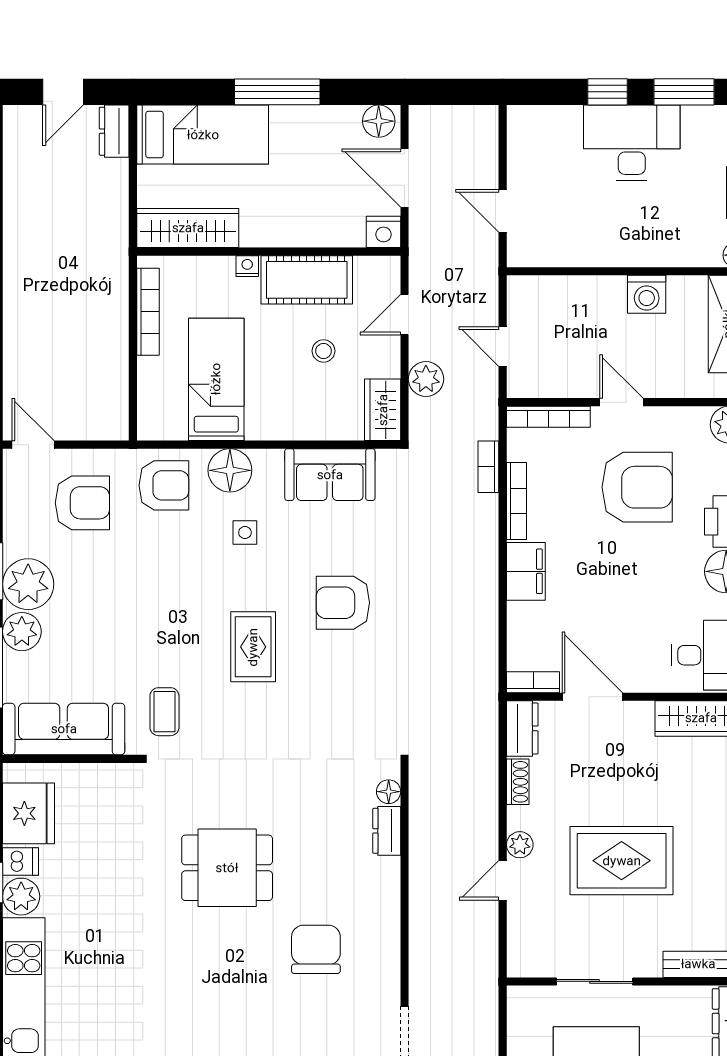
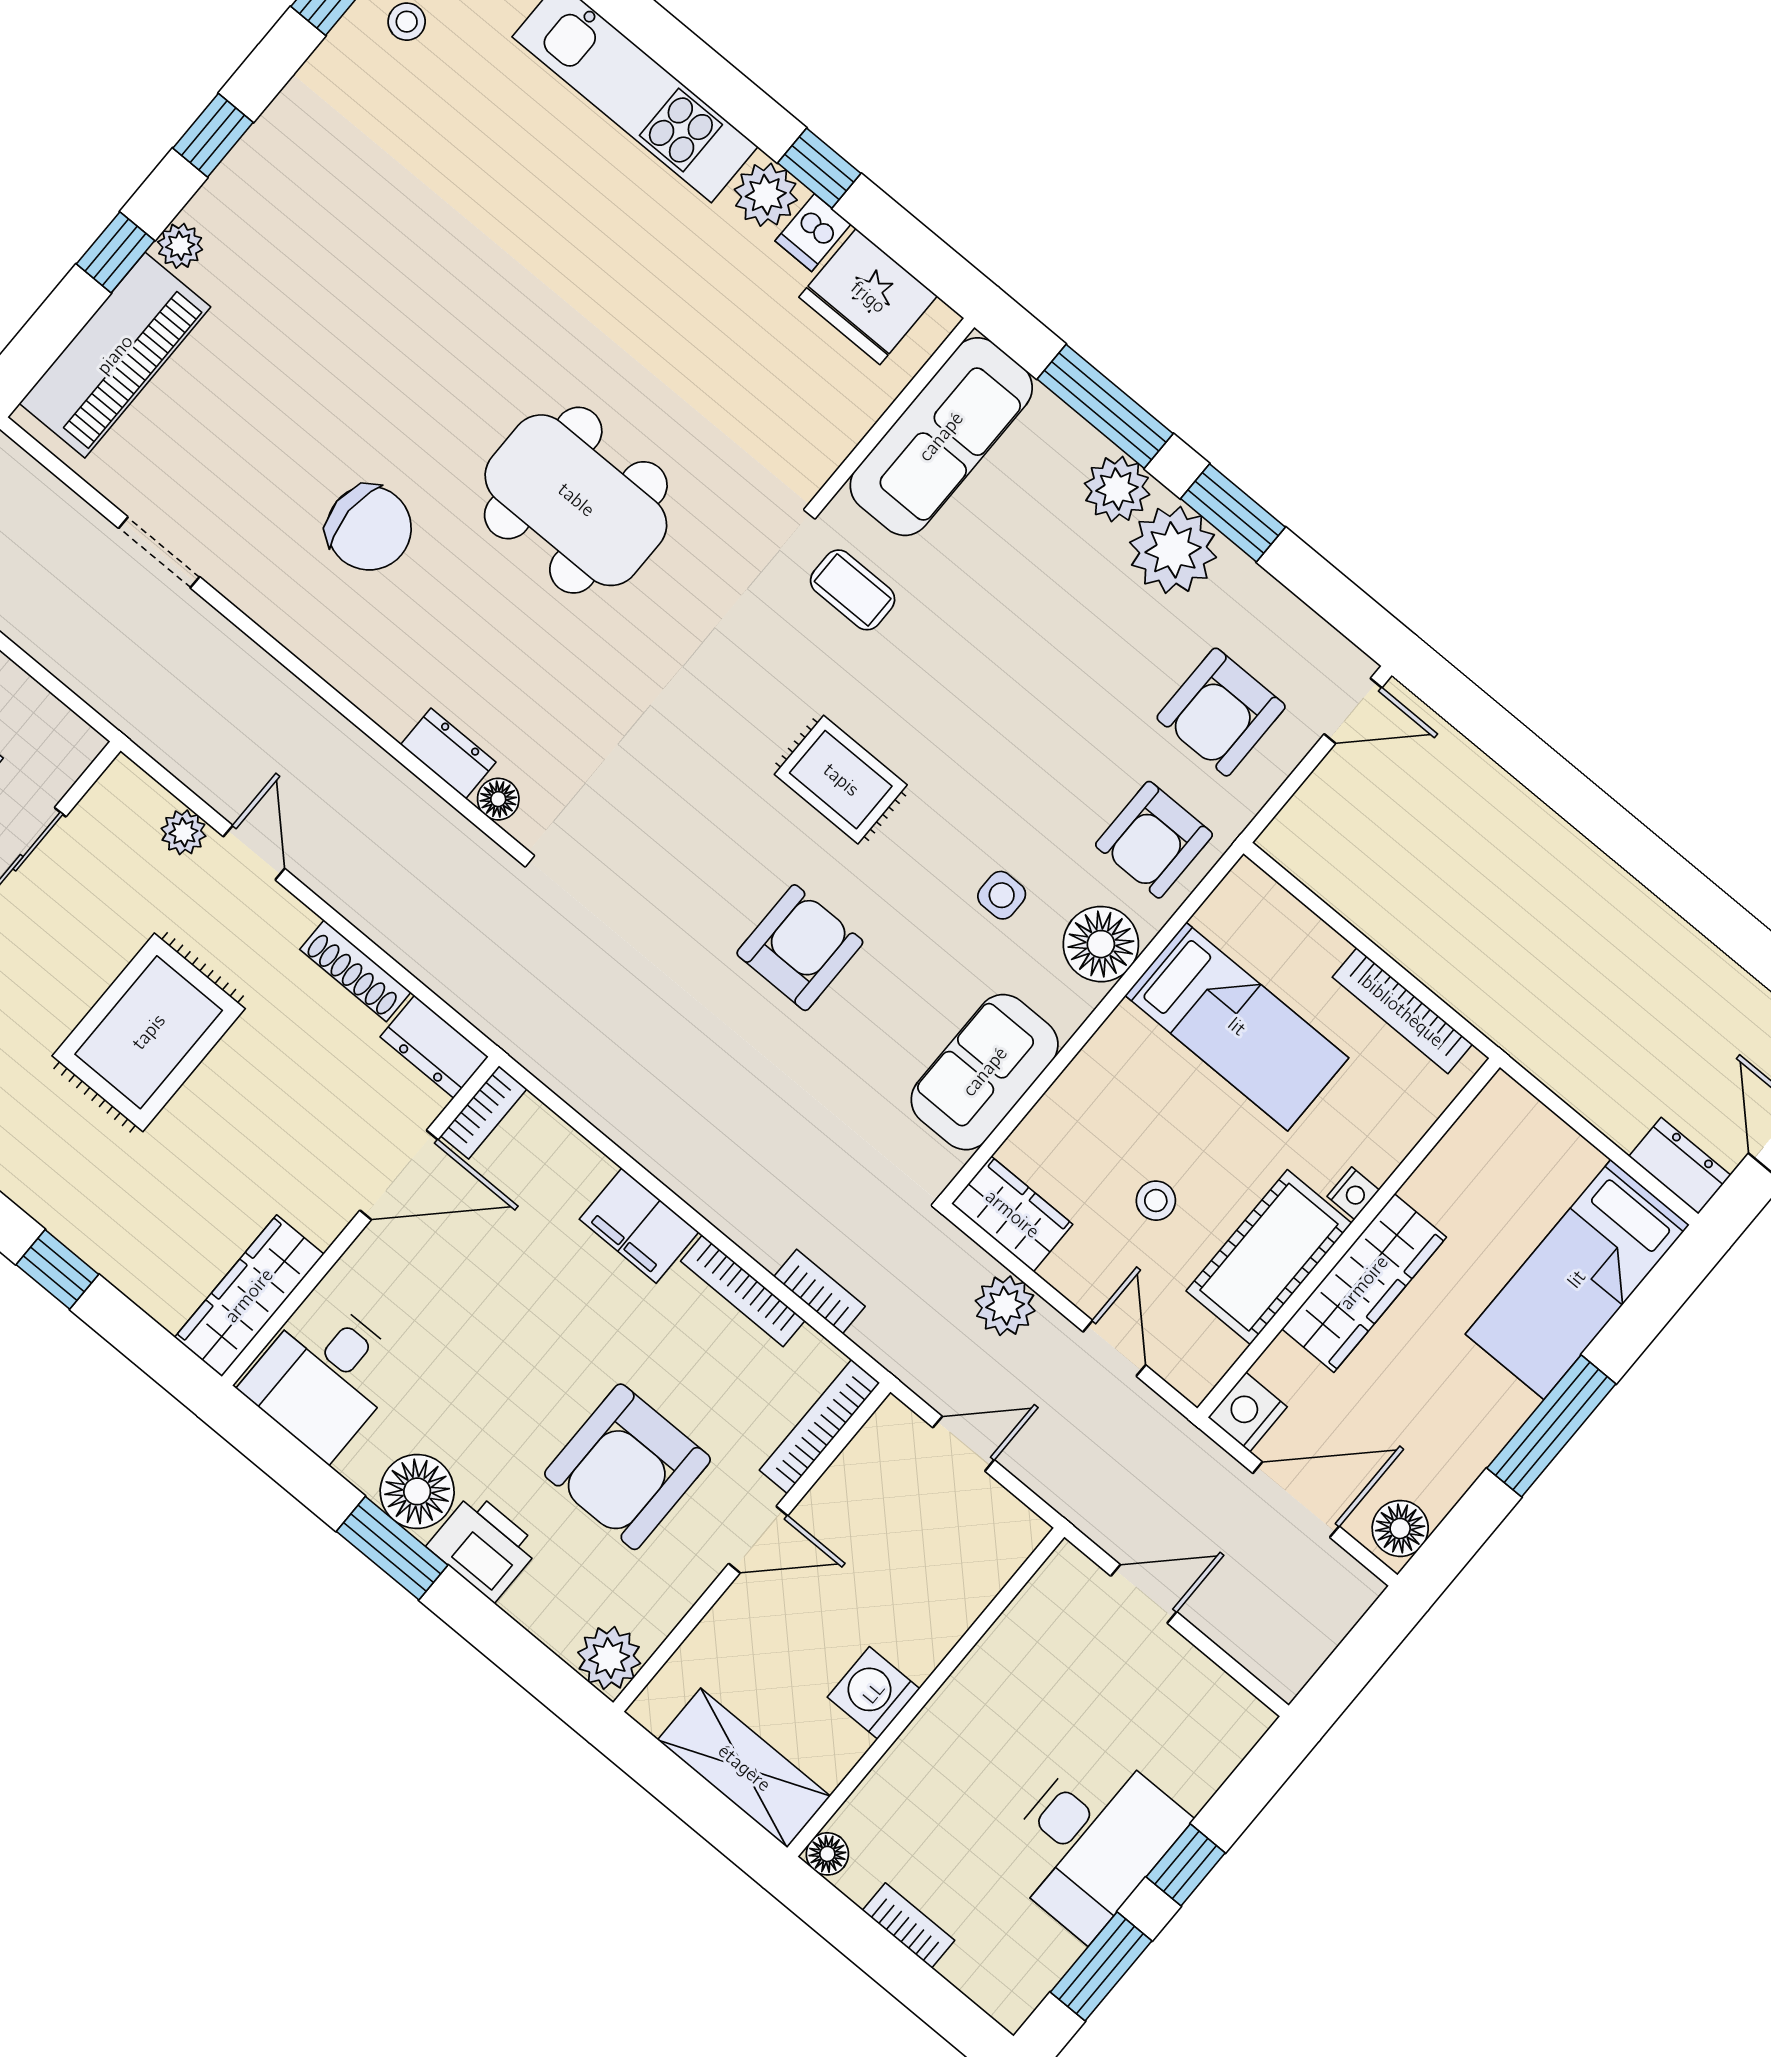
wardrobe: (188, 228) -> (1364, 1283), moved
shoe rack: (518, 782) -> (355, 971), width x1.43
plant: (520, 845) -> (183, 832), moved
dining table: (227, 868) -> (576, 500), width x1.37

